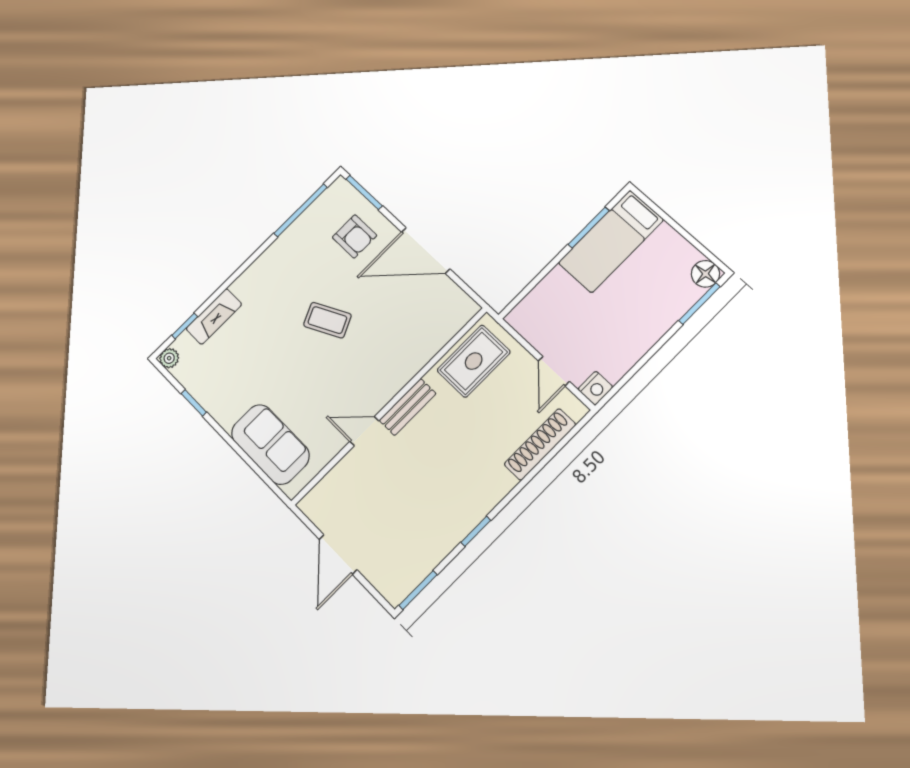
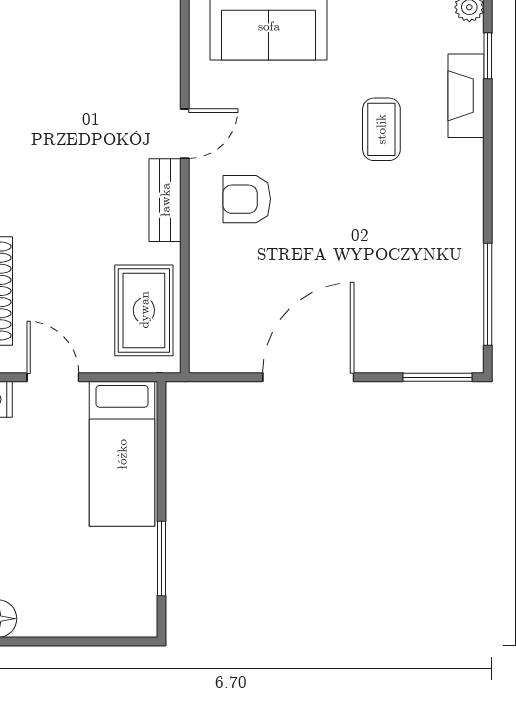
armchair: (354, 236) -> (247, 199), moved
bed: (611, 241) -> (122, 454), moved, turned 180
coffee table: (327, 320) -> (381, 129), moved, turned -64

